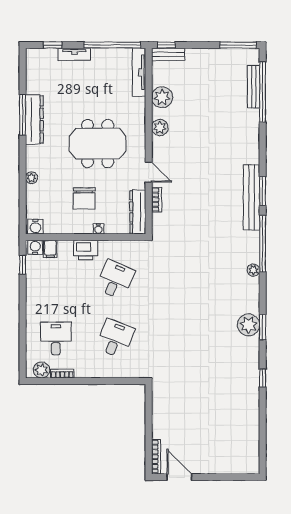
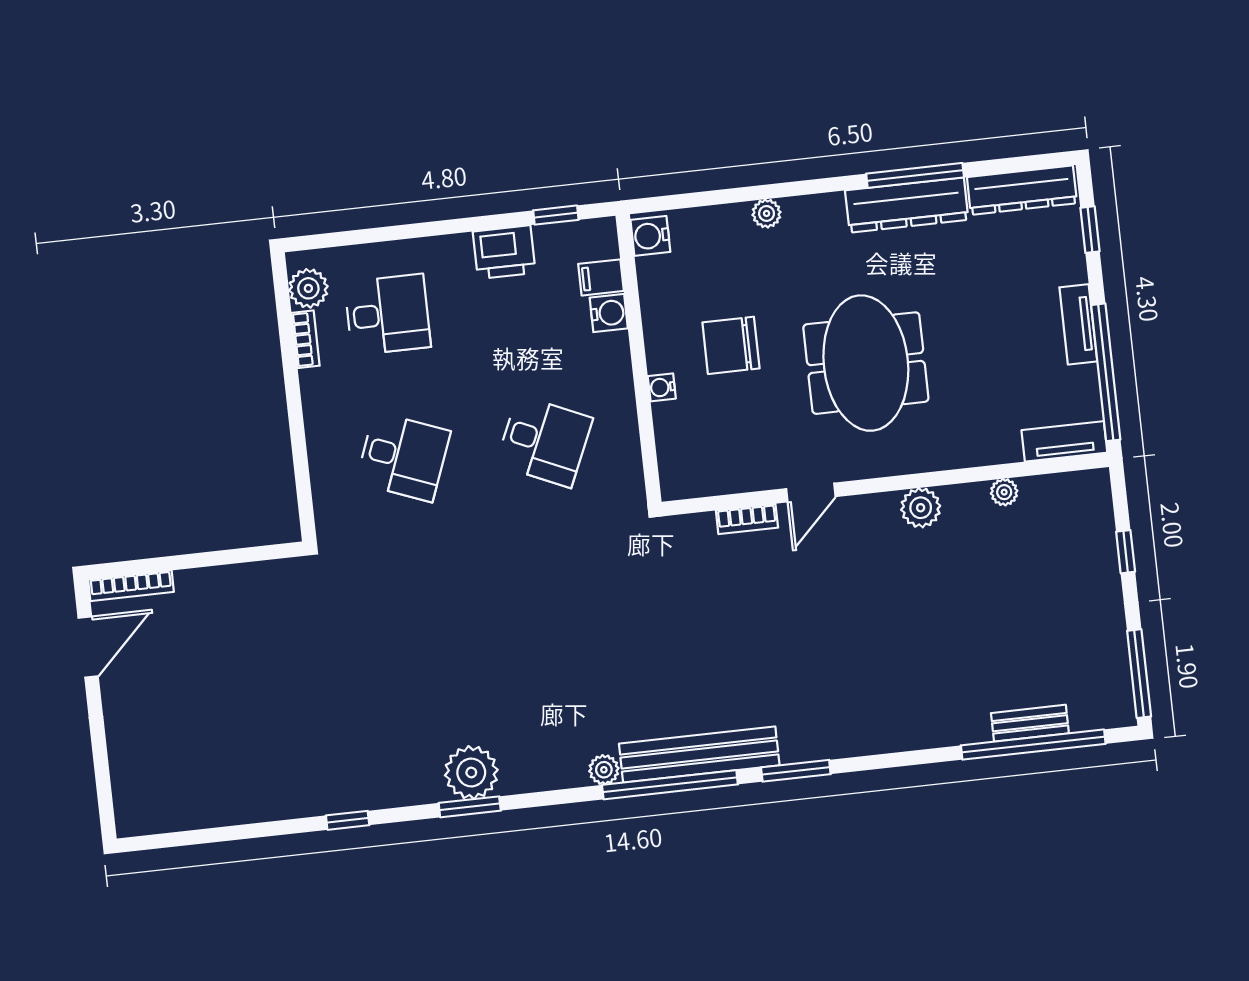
window: (166, 45) -> (1126, 552), moved
tv unit: (74, 54) -> (1078, 324), moved
bench: (168, 54) -> (1098, 508), removed
tv unit: (139, 72) -> (1064, 441), width x0.71
bench: (254, 87) -> (1030, 723), width x0.73
plant: (162, 97) -> (1004, 492), width x0.53, depth x0.53
bench: (251, 197) -> (699, 754), moved
dresser: (138, 212) -> (1022, 190), moved, turned 180
water cooler: (35, 247) -> (609, 313), moved
printer: (86, 250) -> (504, 252), moved, turned -90

